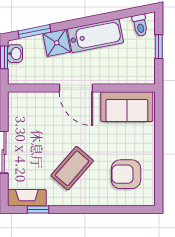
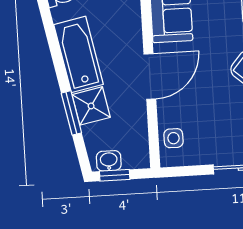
window: (34, 31) -> (71, 113), moved
side table: (29, 103) -> (174, 138), added

